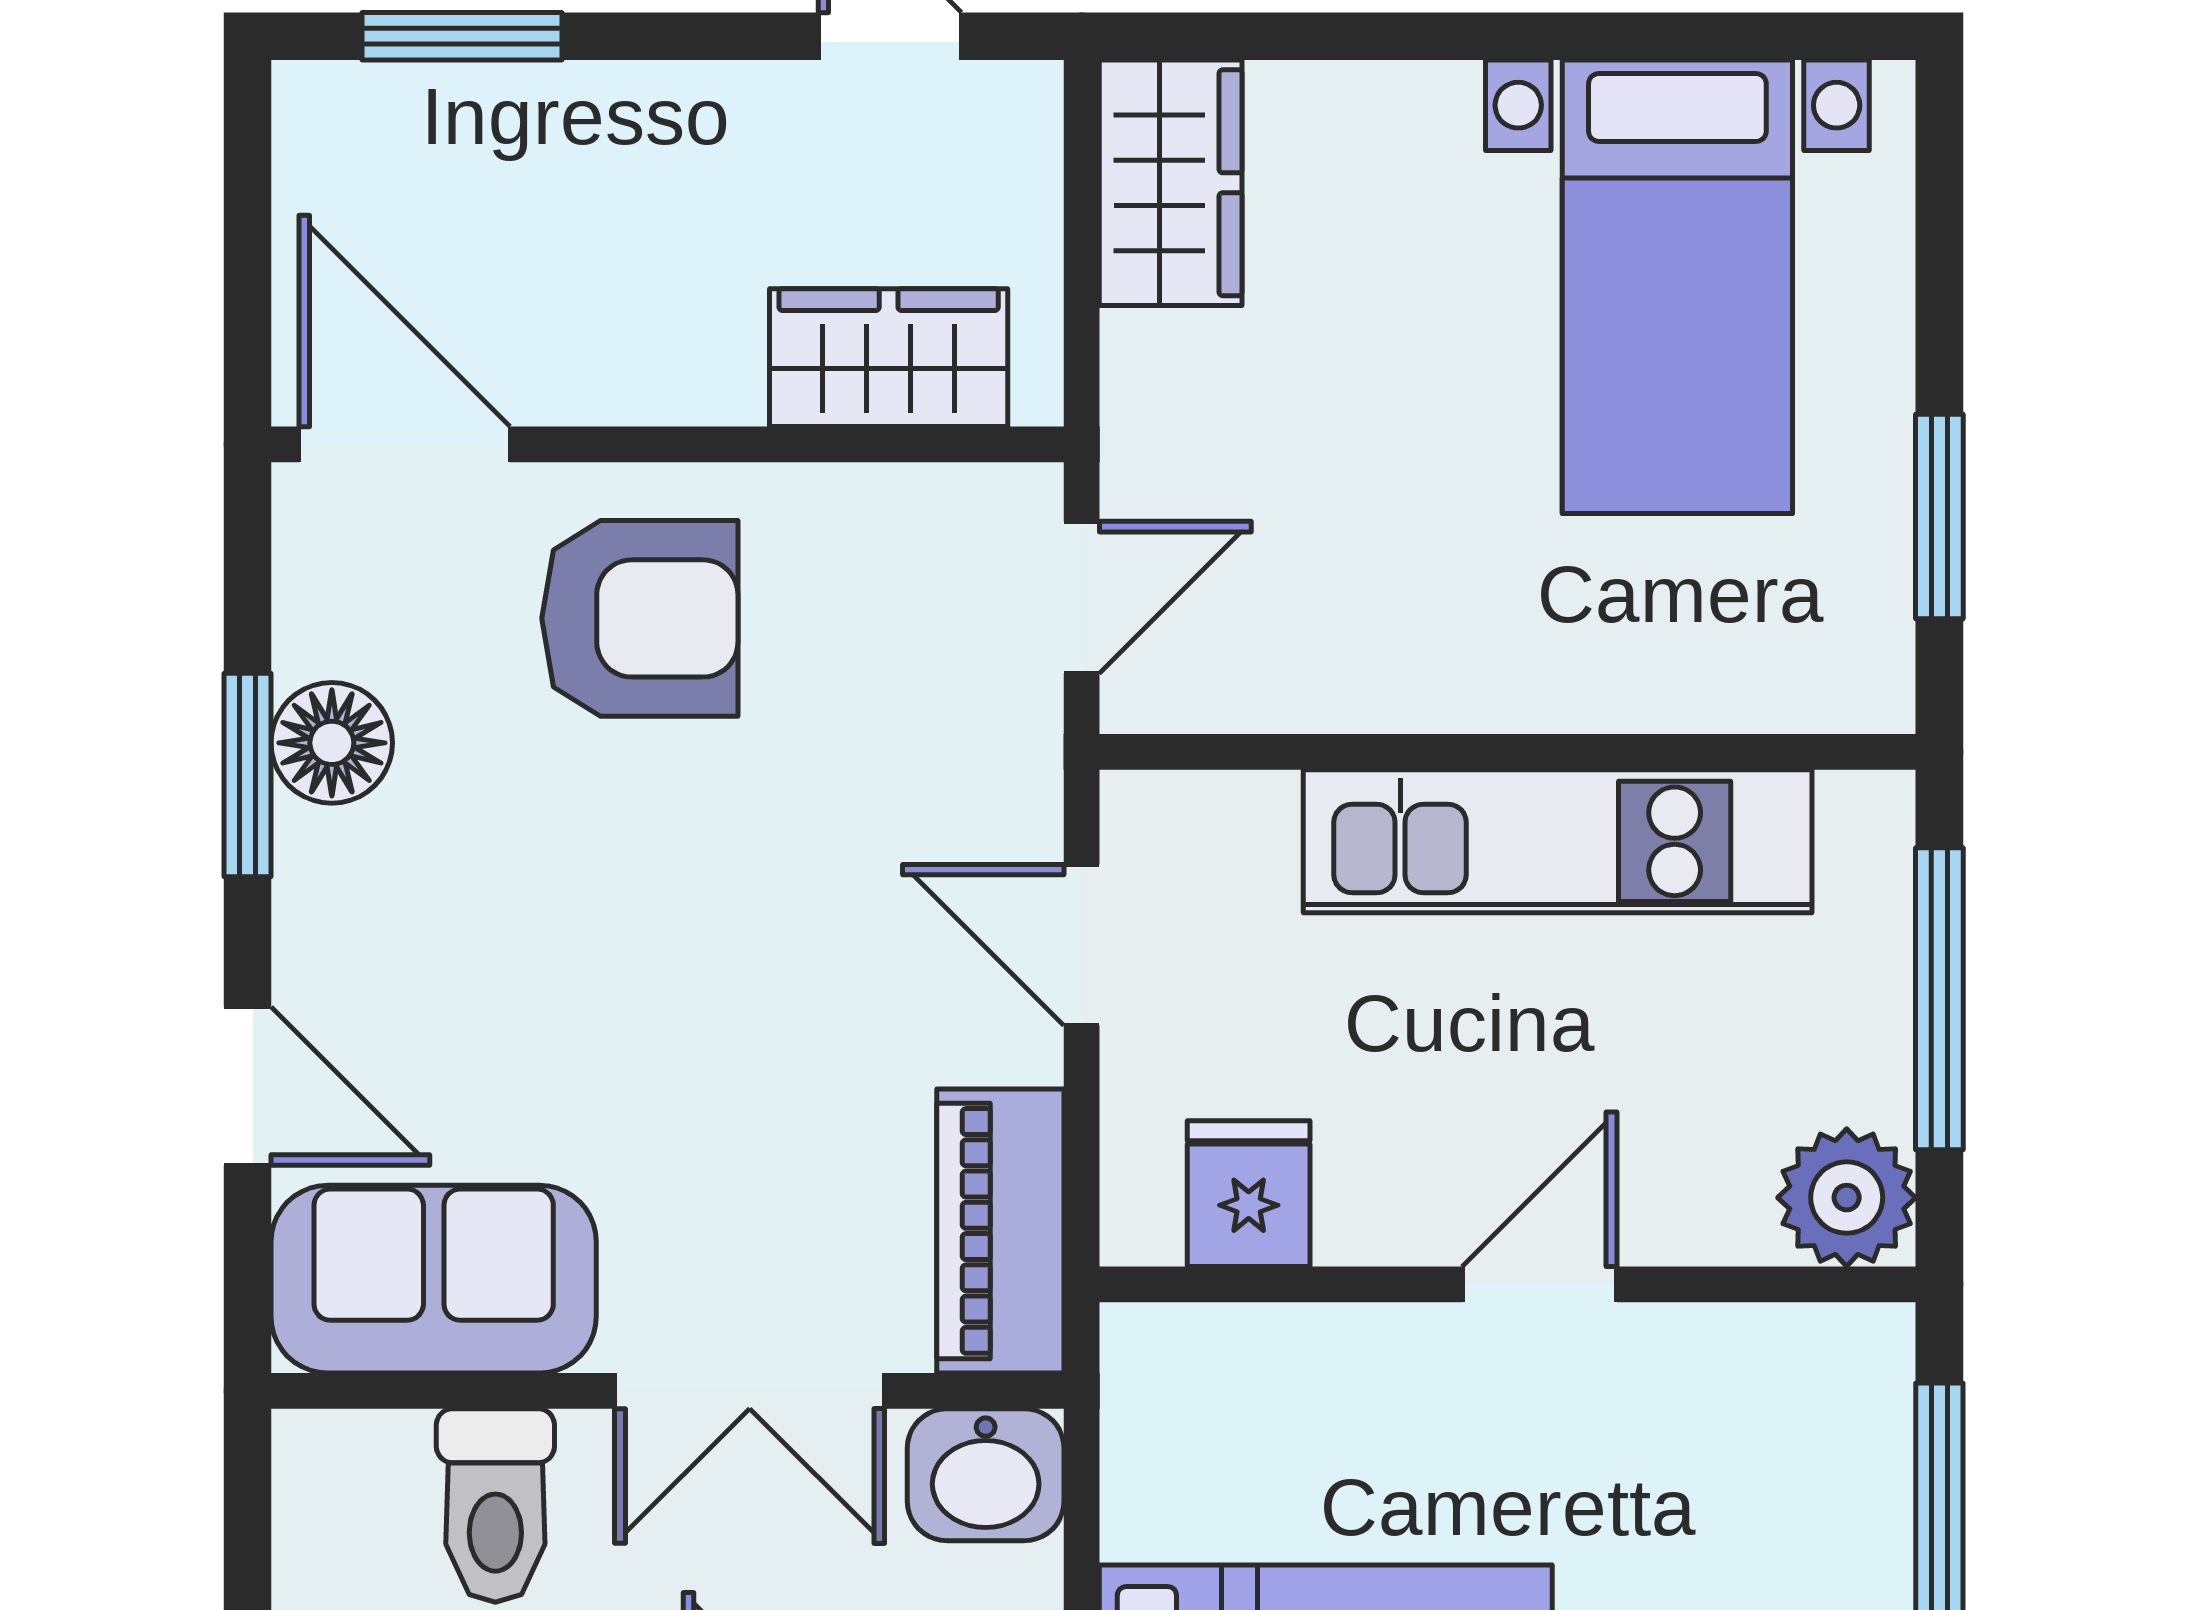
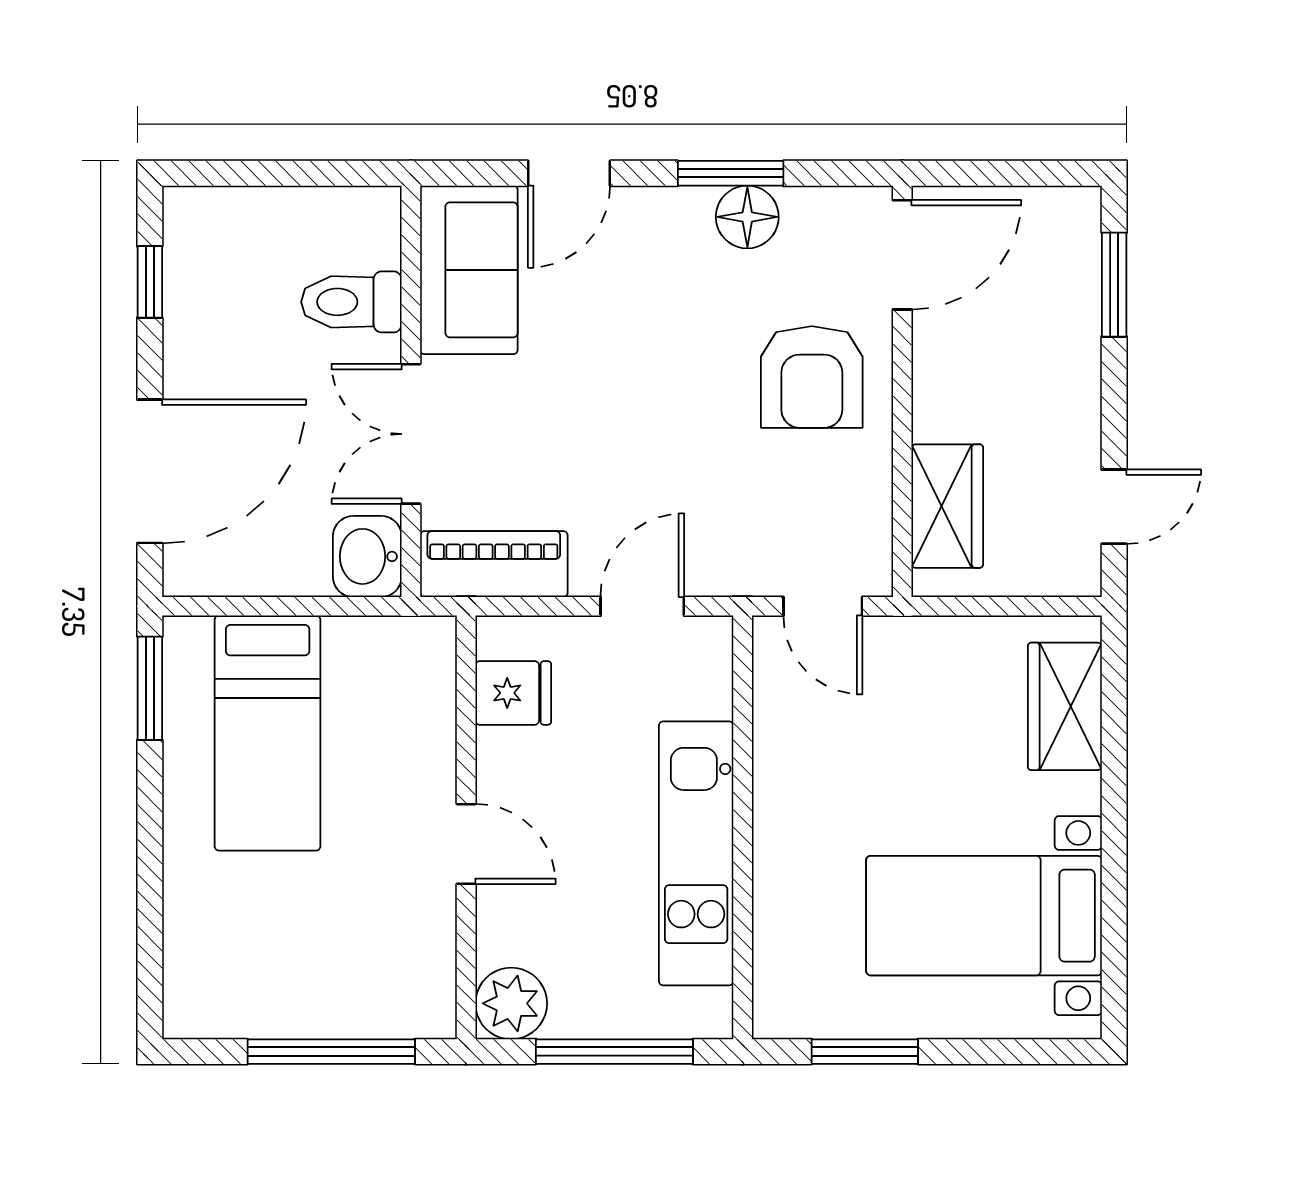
wardrobe: (1171, 183) -> (1065, 706), moved, turned 90

